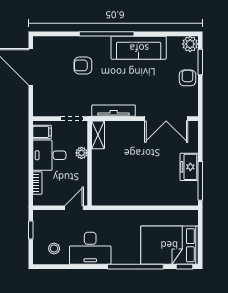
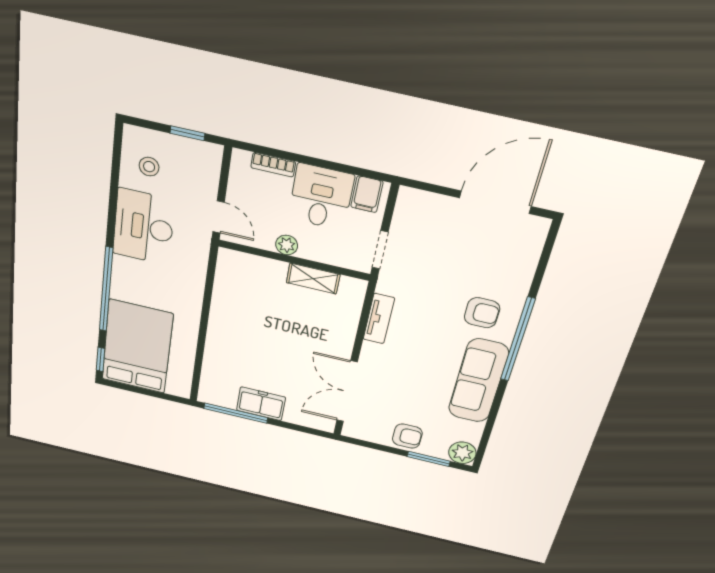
armchair: (83, 65) -> (482, 313), moved, turned 90
tv unit: (114, 111) -> (379, 319), width x0.71
shelving: (98, 135) -> (313, 279), moved
plant: (81, 153) -> (287, 245), moved

